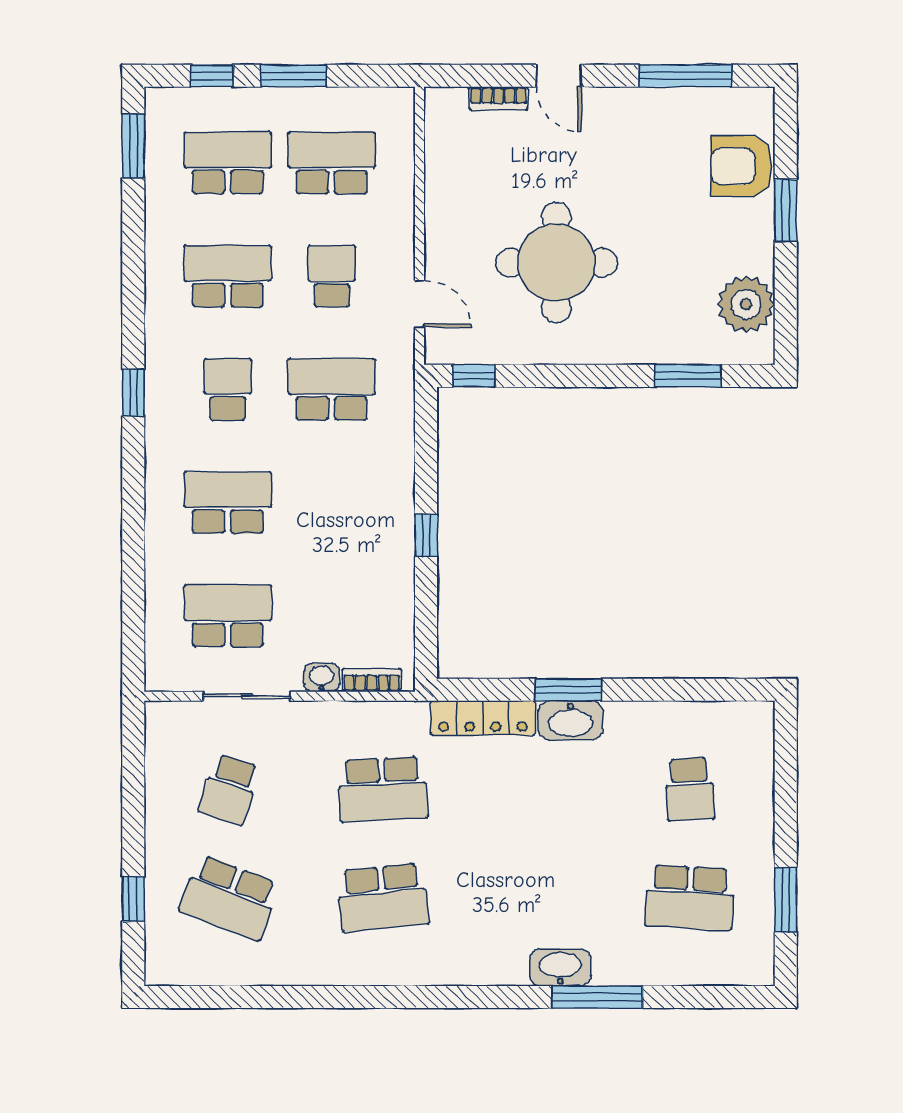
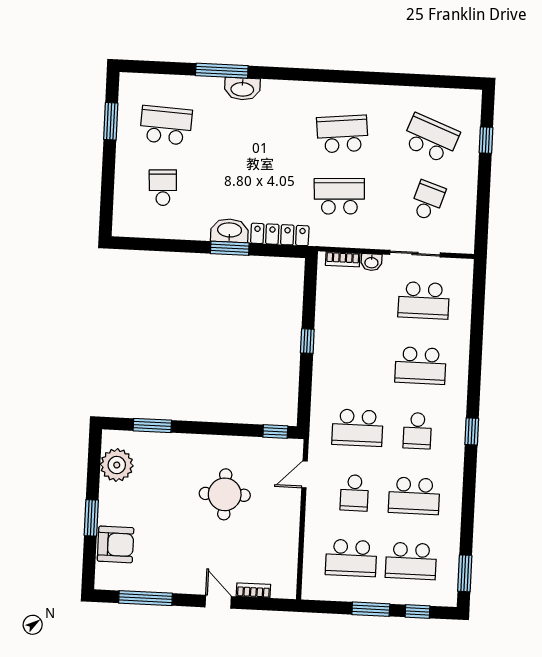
round table: (556, 263) -> (225, 494), width x0.73, depth x0.73
door: (420, 304) -> (305, 474), hinge flipped

